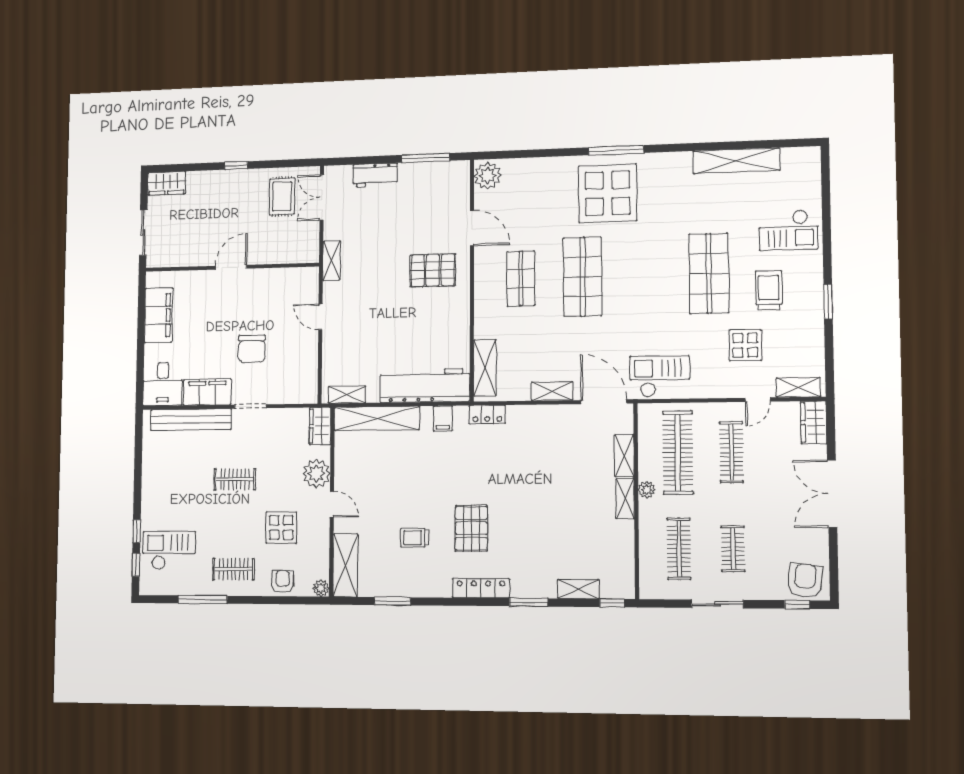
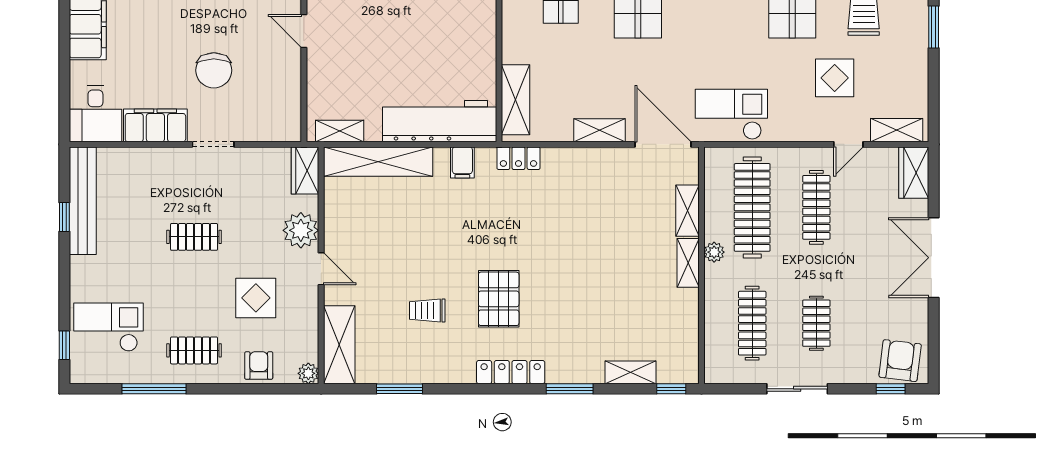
bench: (191, 420) -> (83, 201), moved, turned 90
window: (137, 531) -> (64, 217), moved

